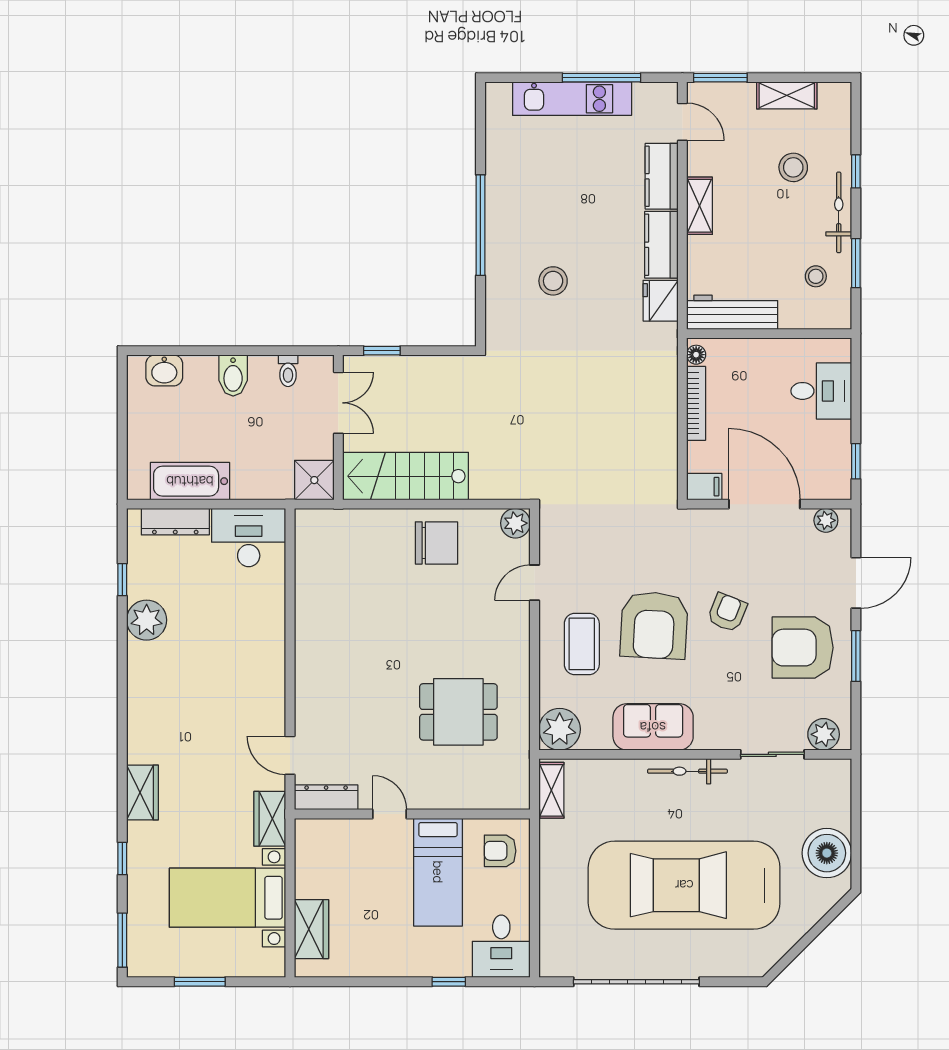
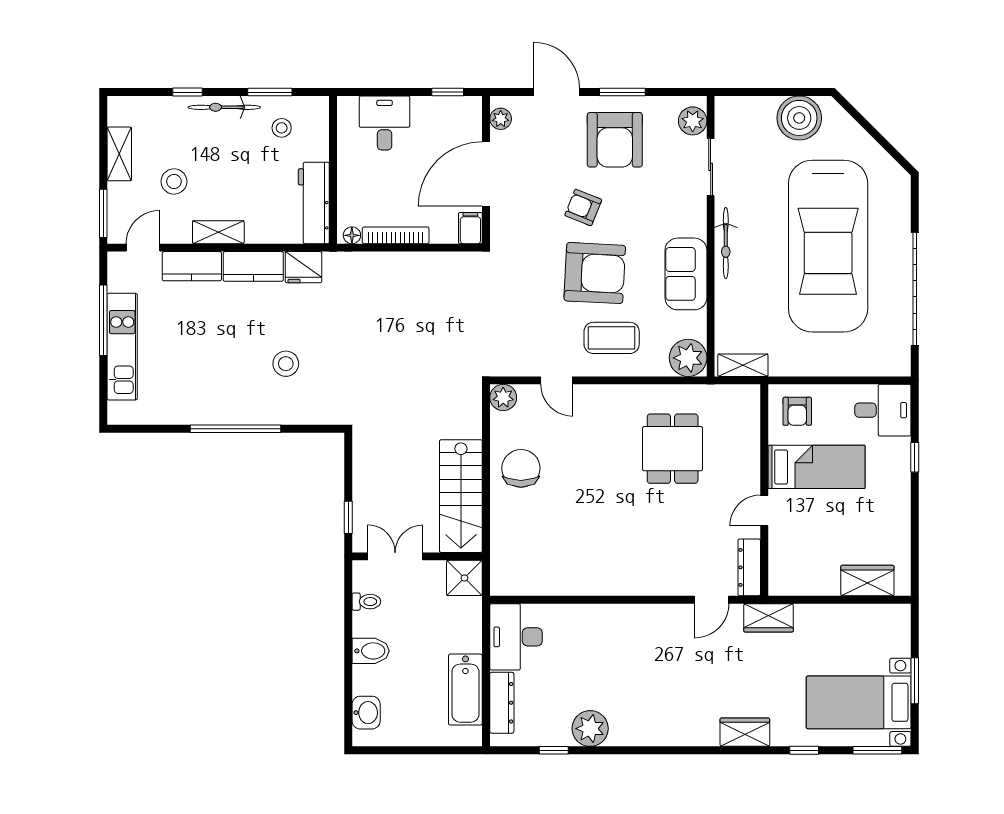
stool: (793, 167) -> (174, 181), moved
bed with nightstands: (228, 898) -> (859, 702), moved, turned 90

